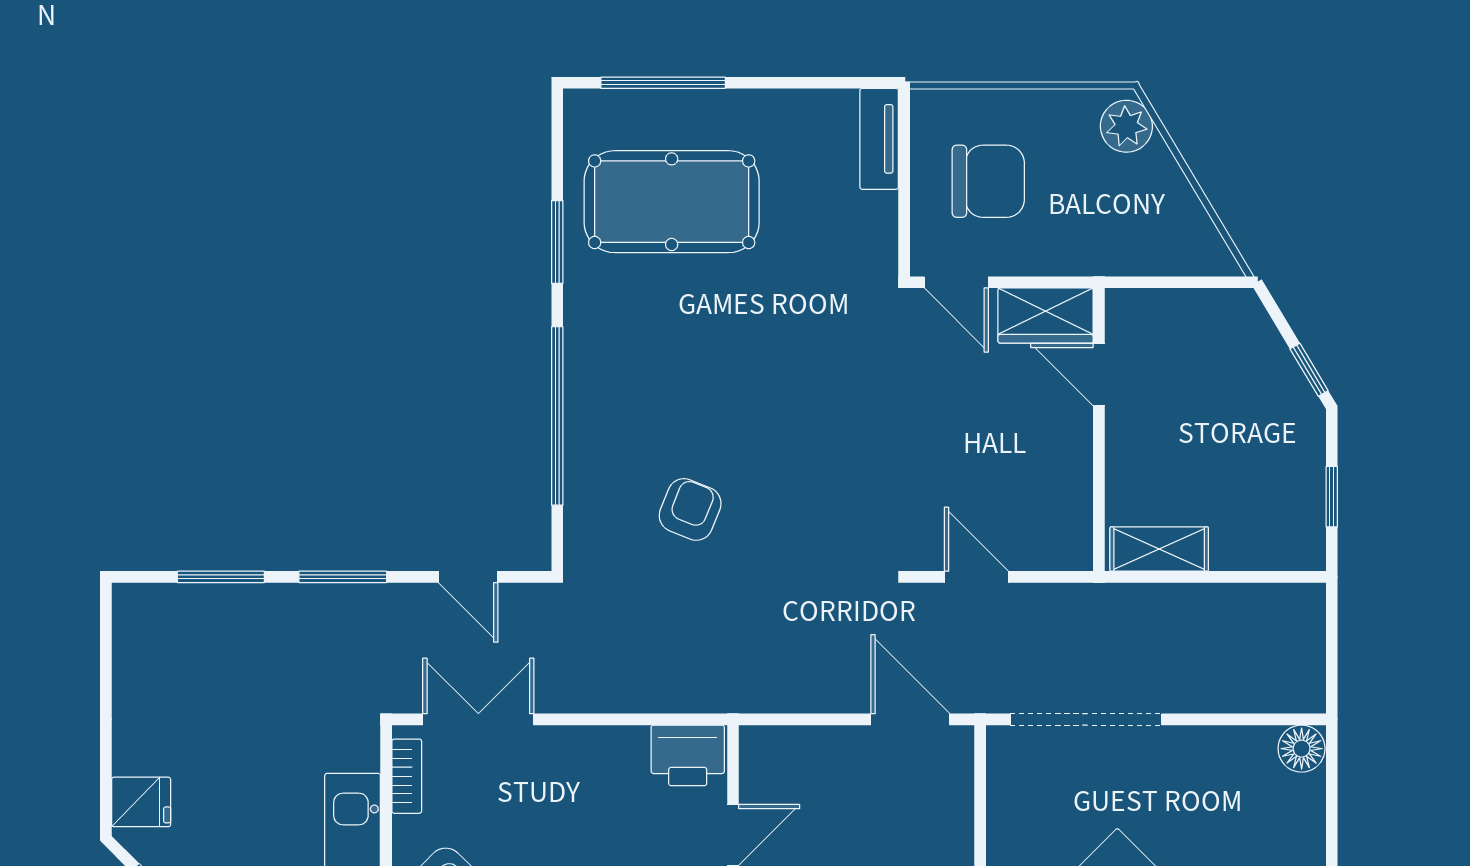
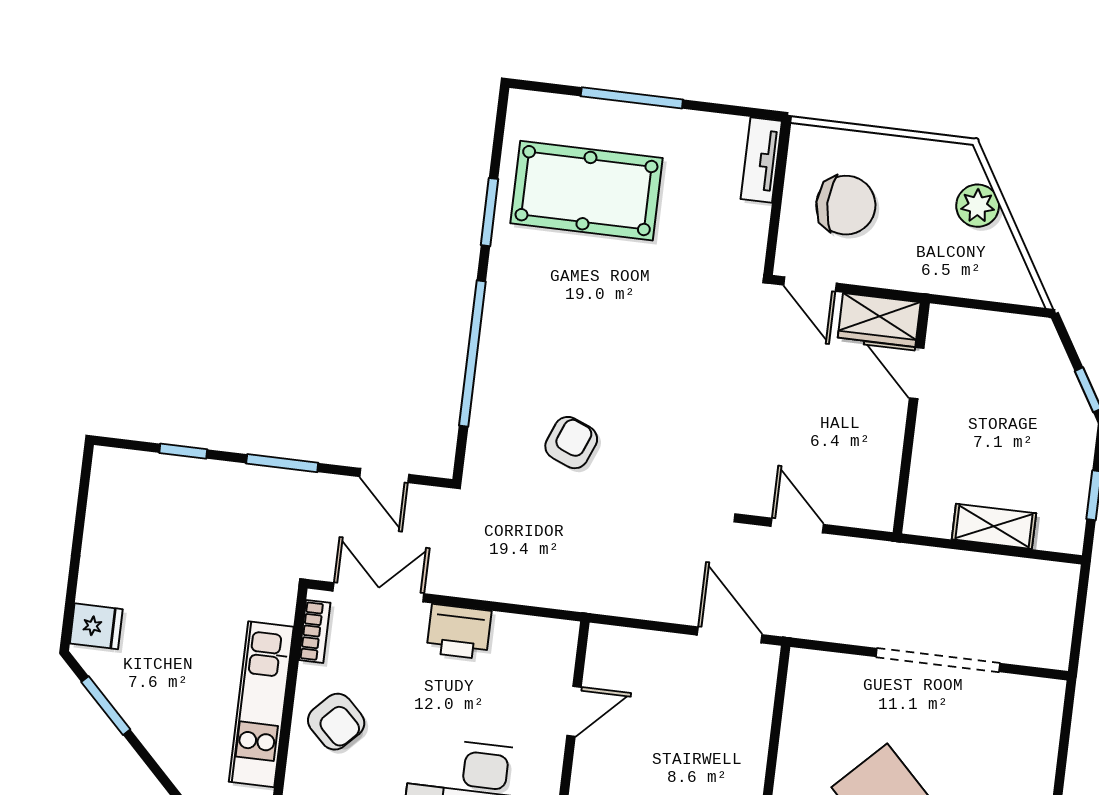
window: (663, 83) -> (632, 98), moved
plant: (1126, 126) -> (978, 206), moved
shelving: (1159, 549) -> (994, 526), moved
window: (221, 577) -> (183, 451), width x0.67
doorway: (1086, 719) -> (938, 660), moved
floor lamp: (1302, 749) -> (1045, 697), removed
printer: (688, 755) -> (459, 632), moved

